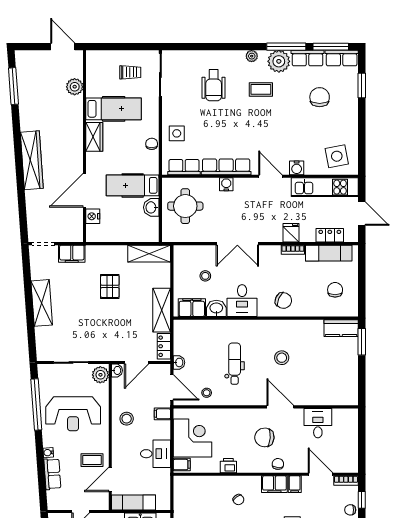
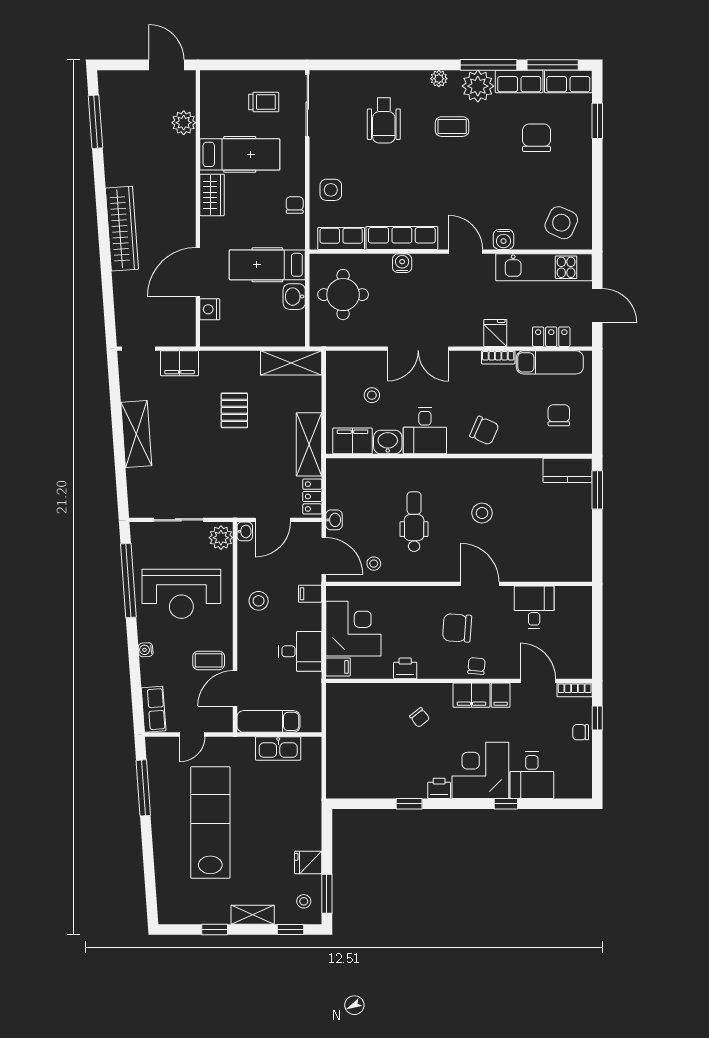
side table: (337, 156) -> (561, 223), turned 35
row of seats: (52, 474) -> (154, 709), moved

